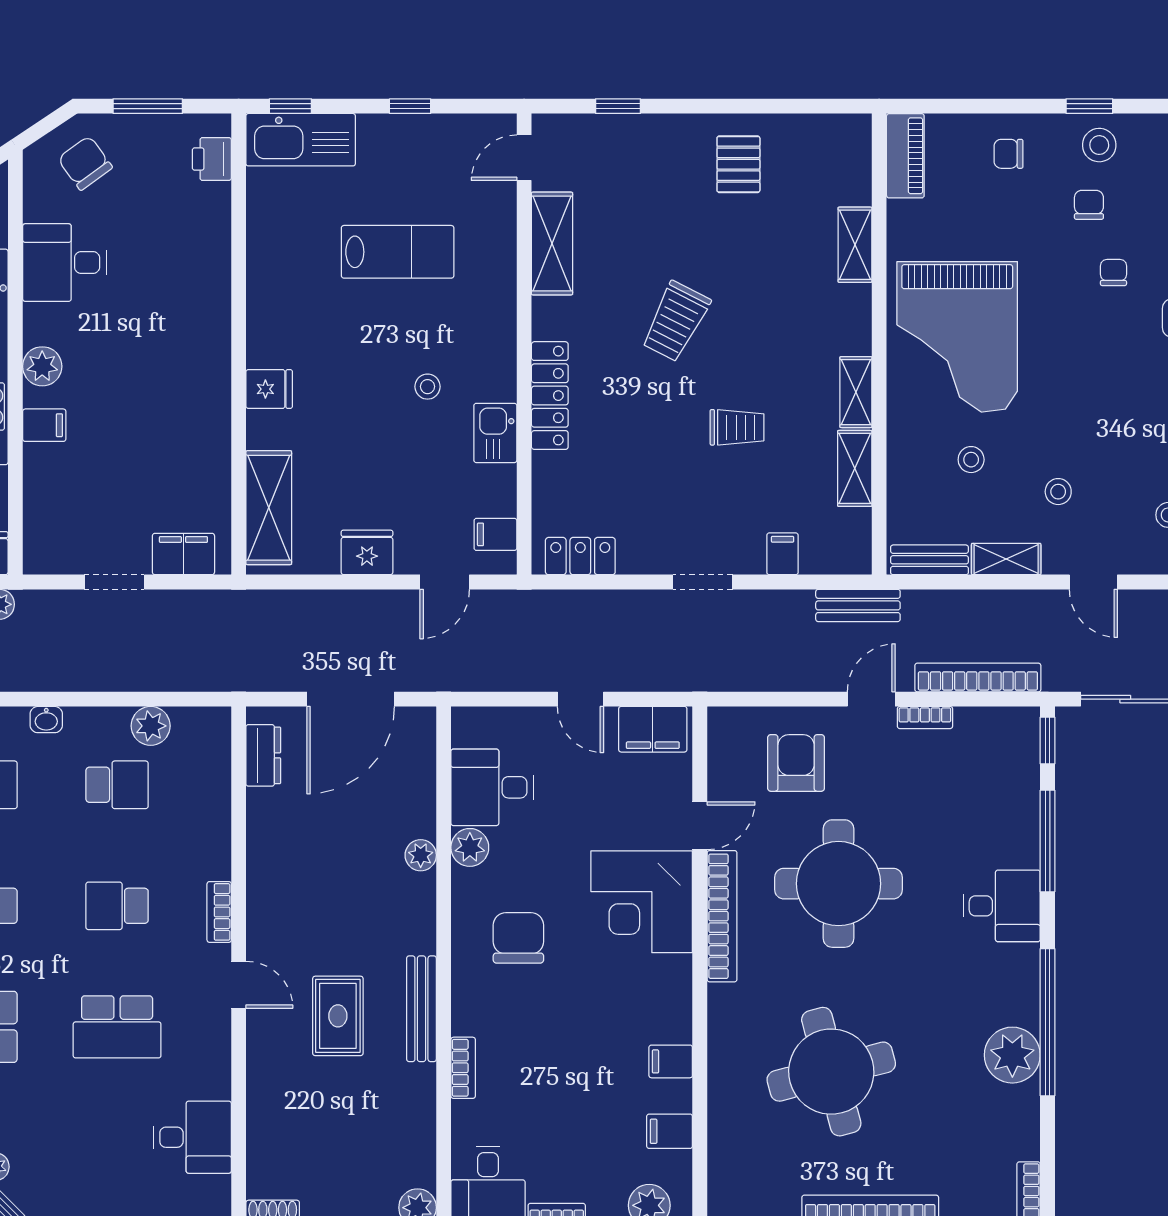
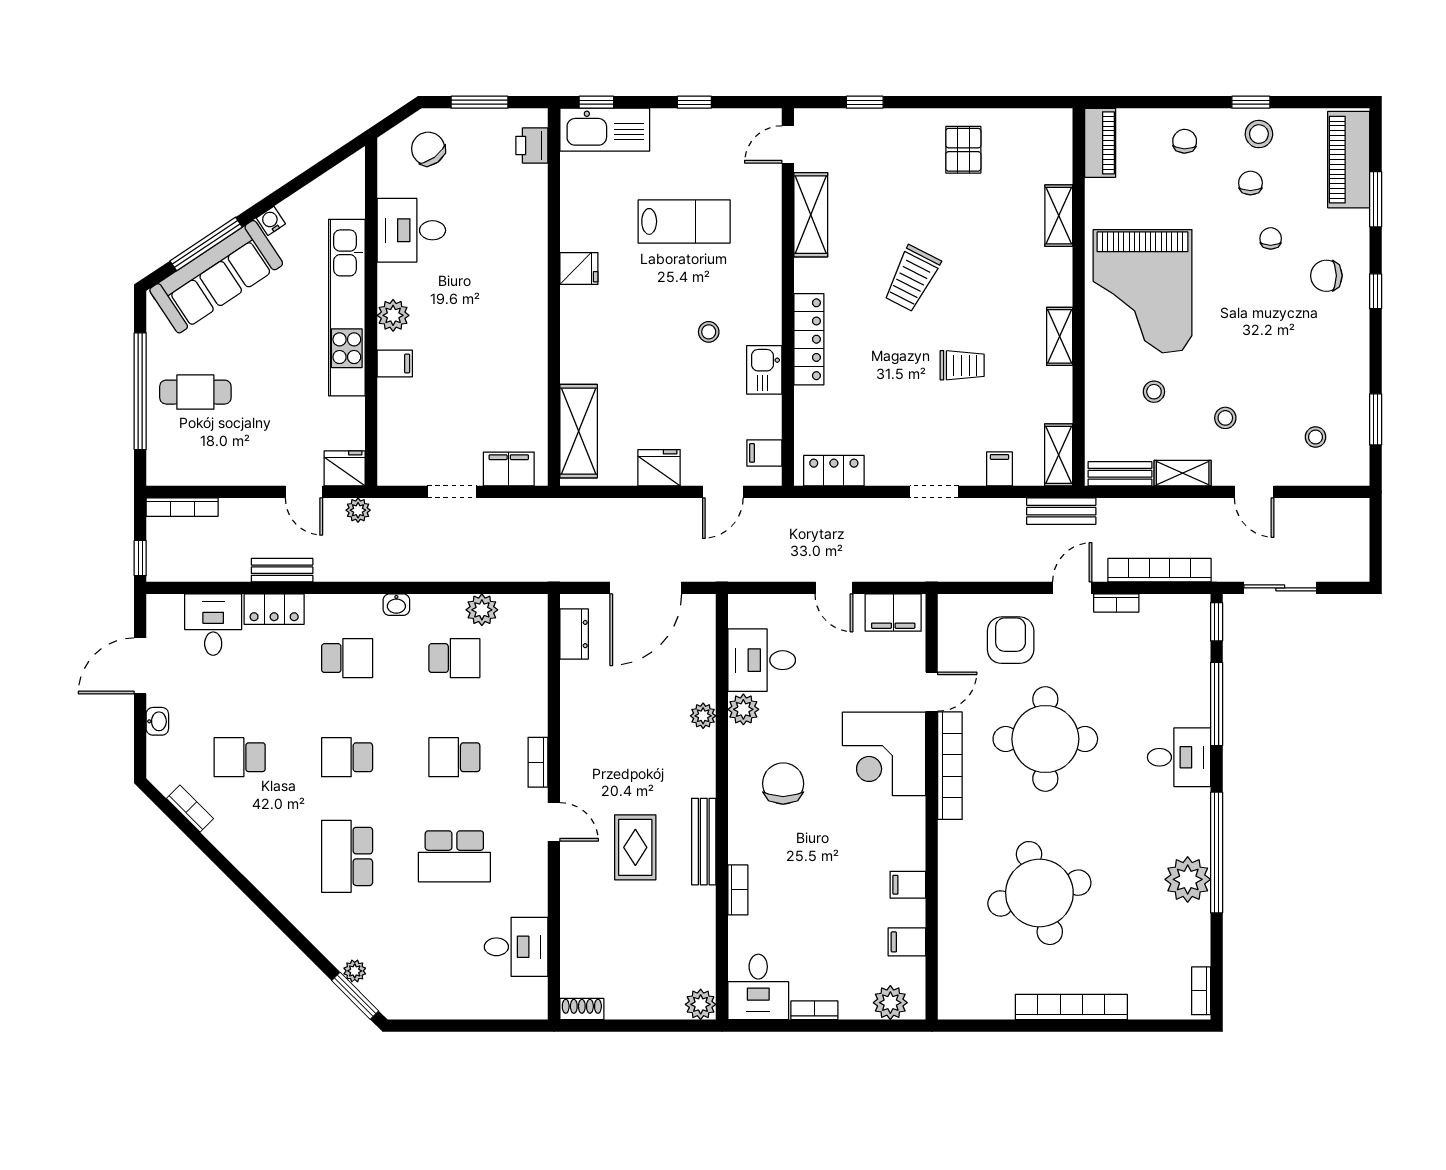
chair: (1009, 154) -> (1185, 141), turned 92
fridge: (269, 389) -> (579, 268), moved
shelving: (855, 468) -> (1059, 455), moved

